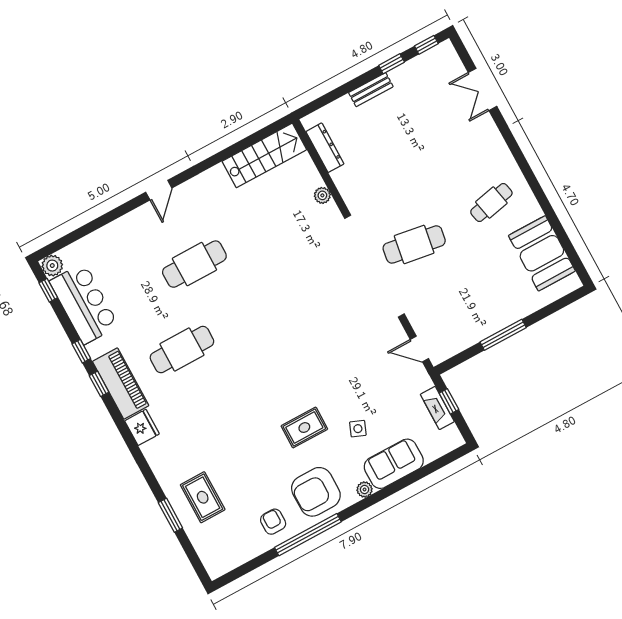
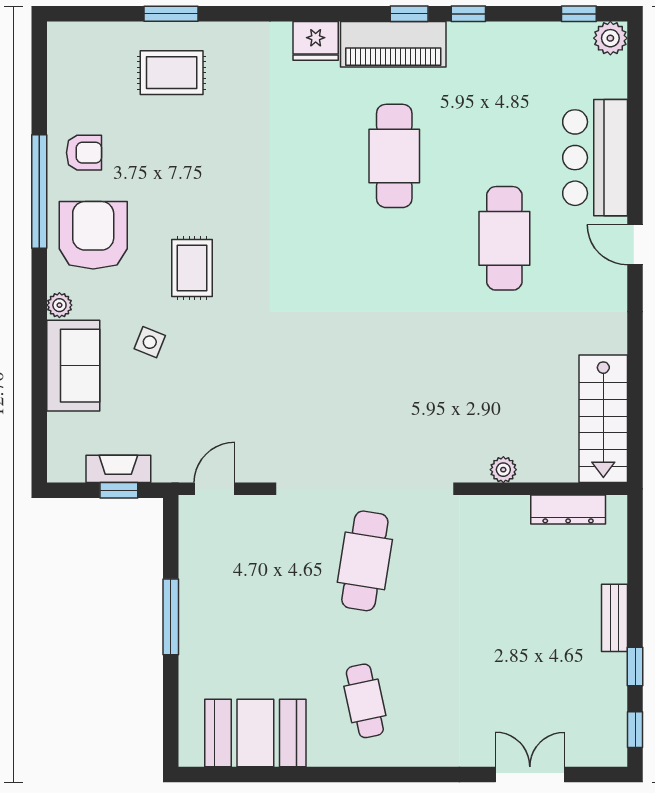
bar counter: (84, 304) -> (595, 158), moved, turned 90

